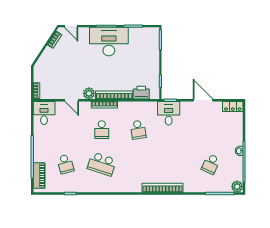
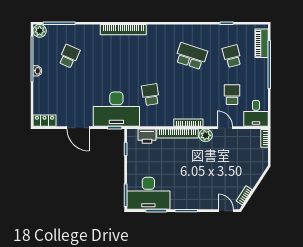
desk: (109, 42) -> (148, 193), moved
desk: (169, 113) -> (116, 109), width x1.87, depth x1.30
school desk: (102, 130) -> (232, 95), moved

